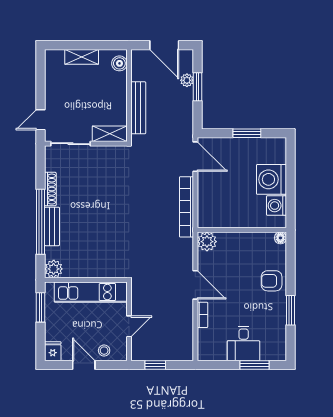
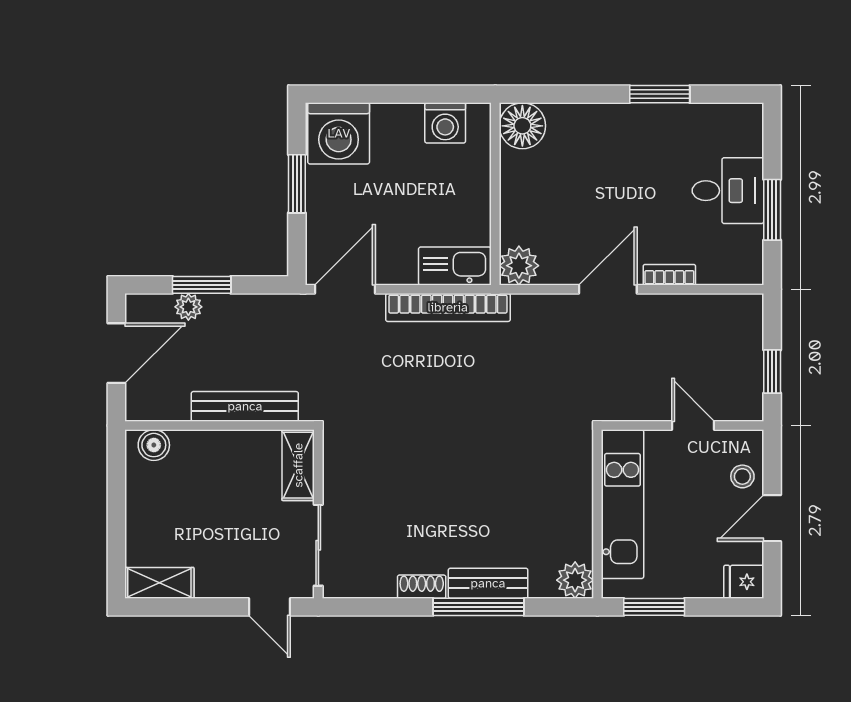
shelving: (82, 57) -> (159, 583), moved, turned 90
washing machine: (271, 179) -> (339, 133), moved
shoe rack: (50, 189) -> (422, 587), width x0.70
kitchen sink: (207, 210) -> (455, 266), added
window: (40, 222) -> (479, 607), width x0.68
floor lamp: (280, 238) -> (522, 126), width x1.89, depth x1.89
armchair: (272, 281) -> (600, 133), removed
window: (254, 365) -> (772, 210), moved

